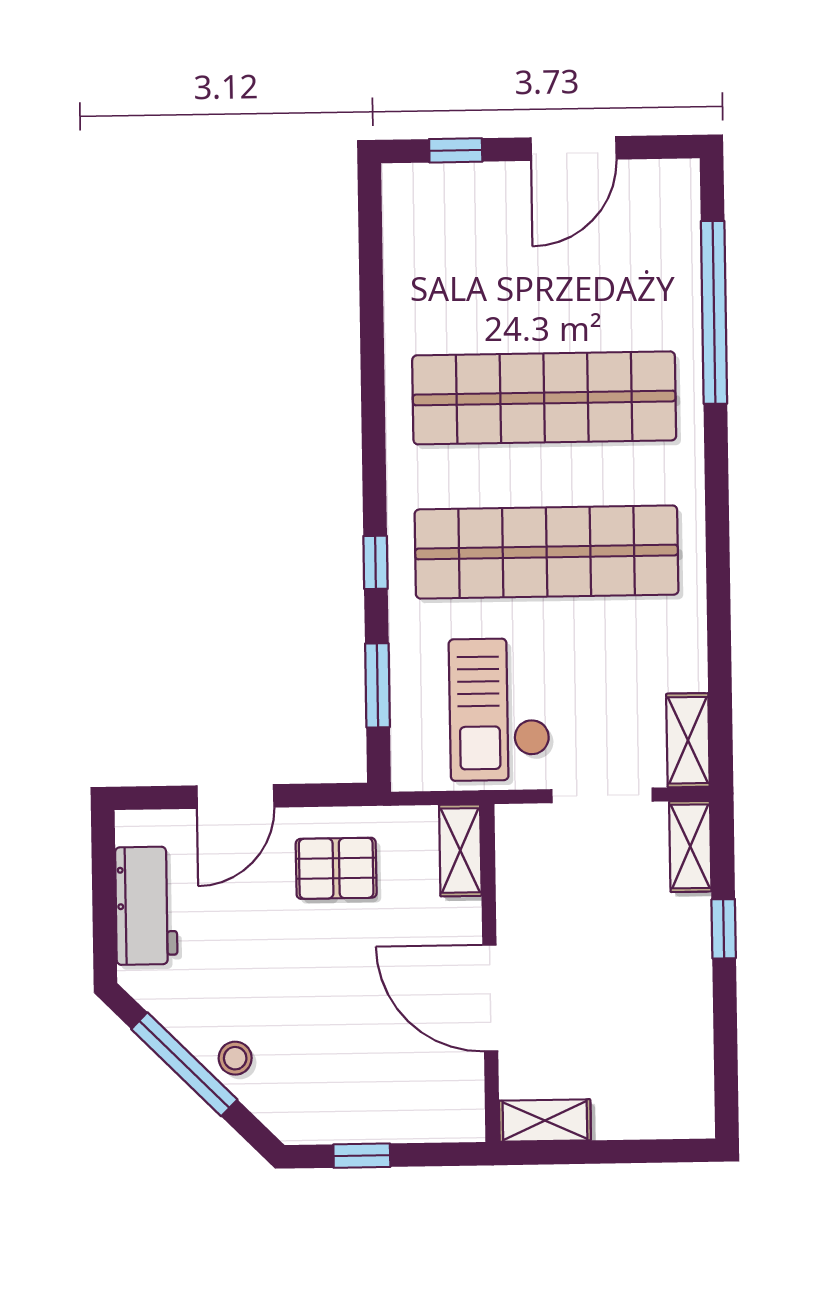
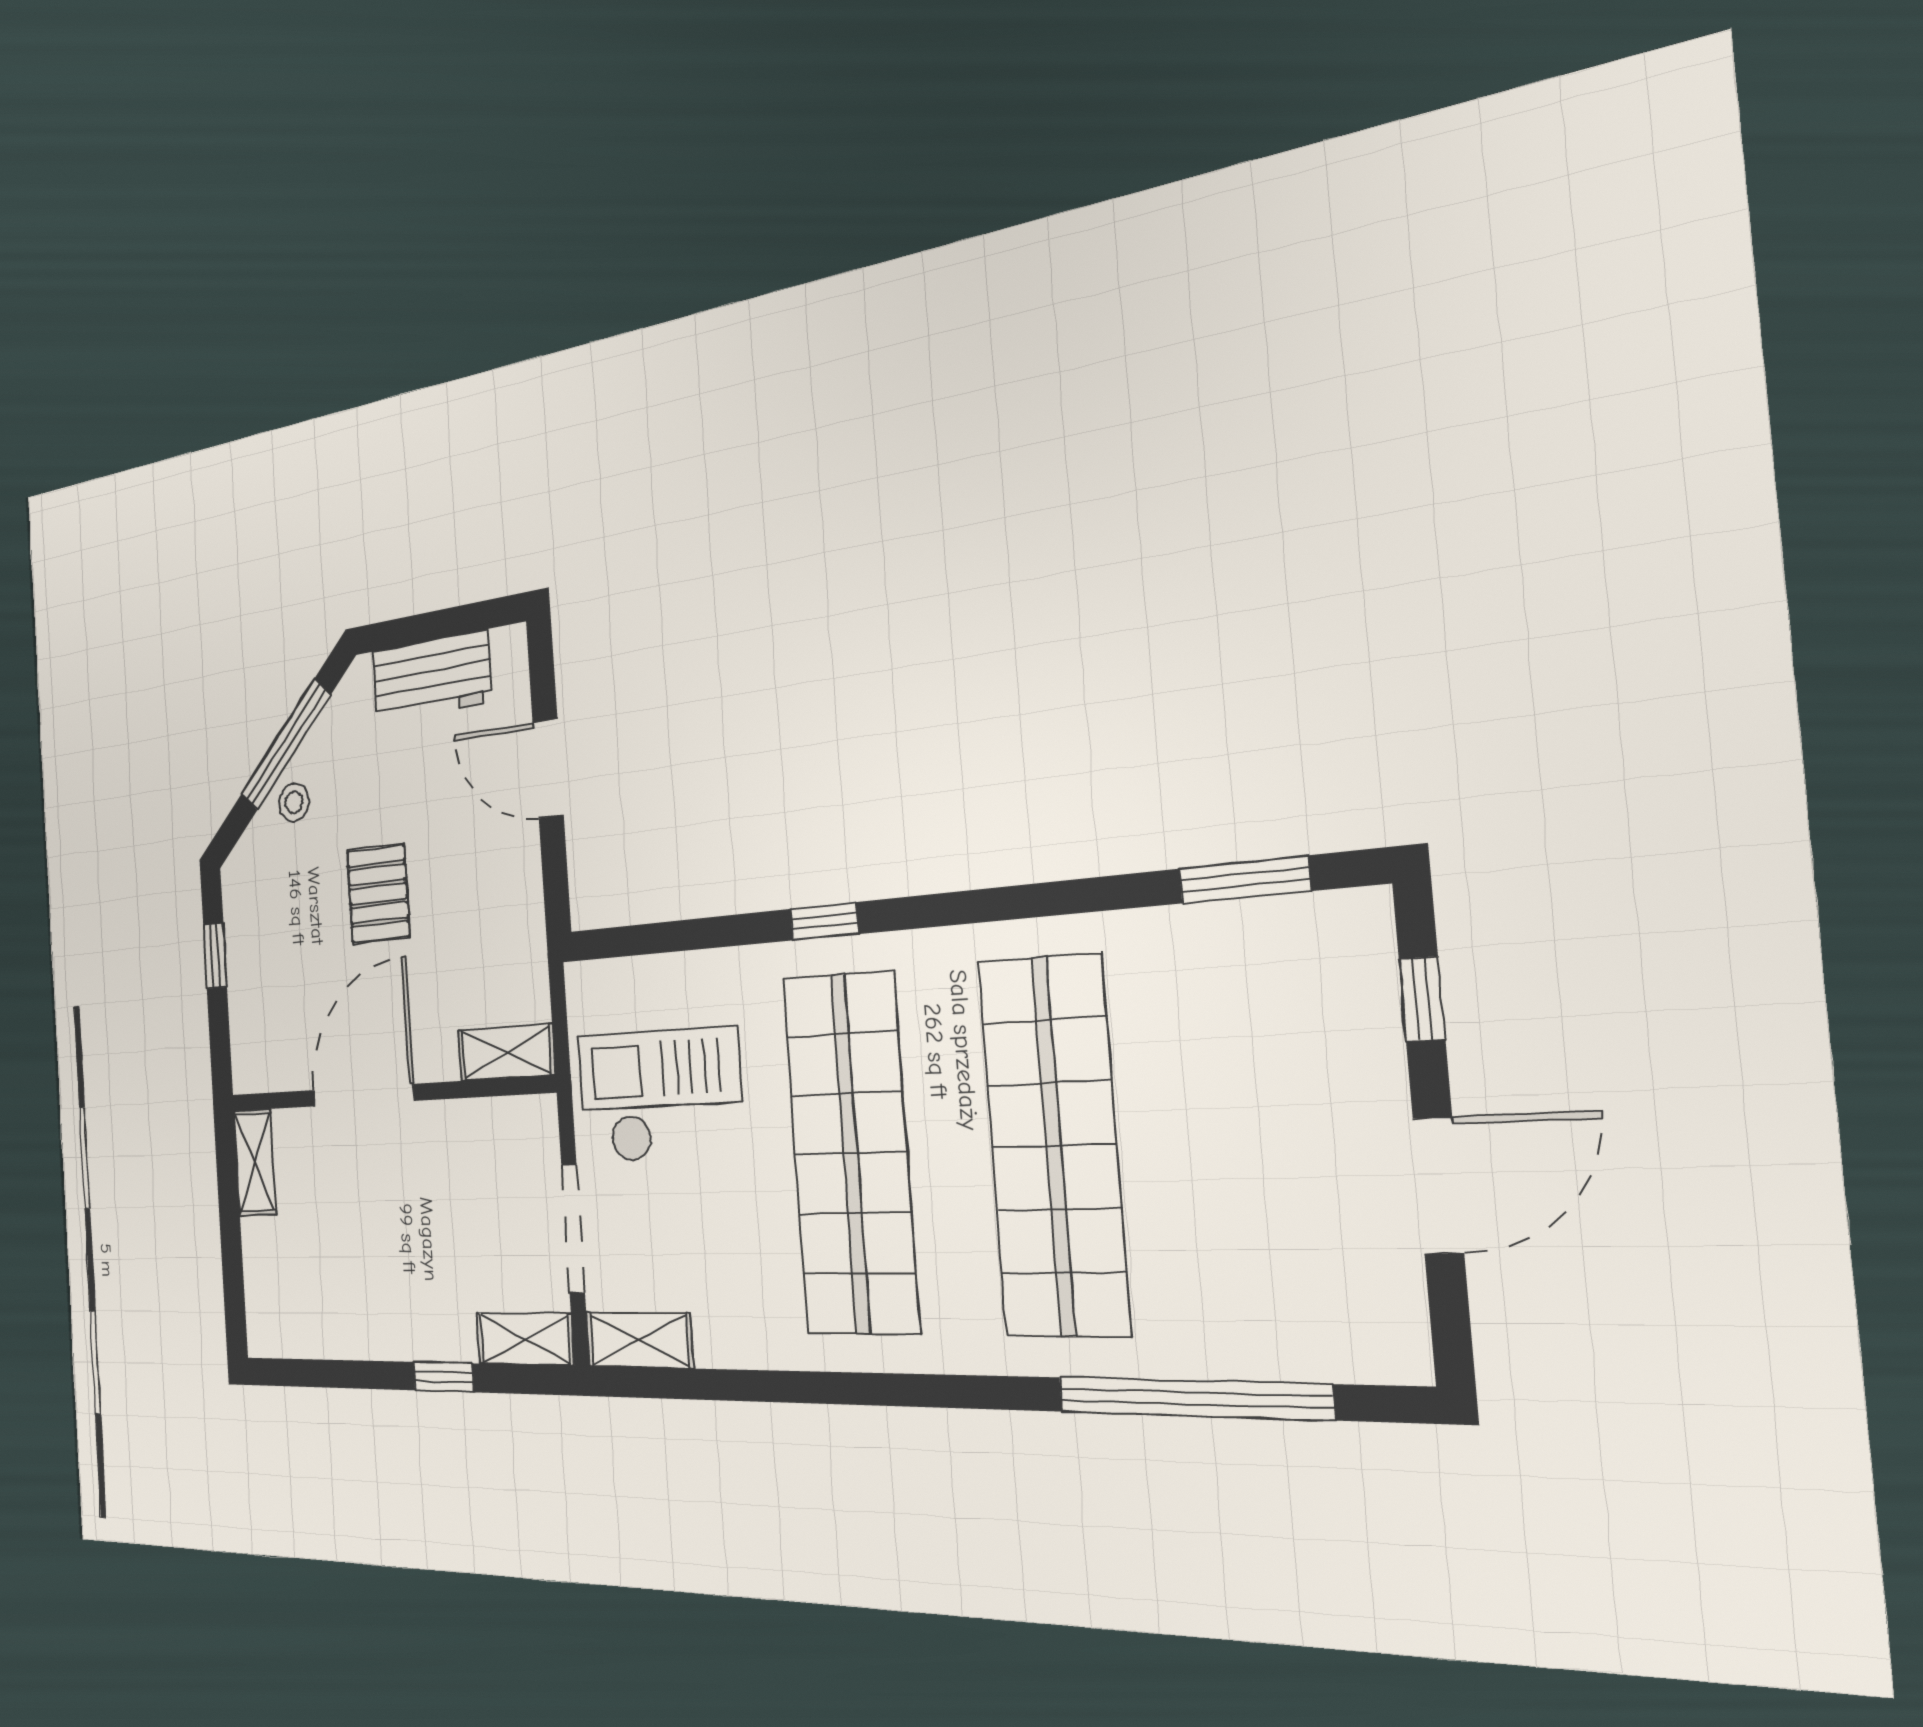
door: (574, 149) -> (1438, 1186), swing flipped
window: (377, 685) -> (1244, 880), moved
pallet: (336, 868) -> (378, 894), moved

